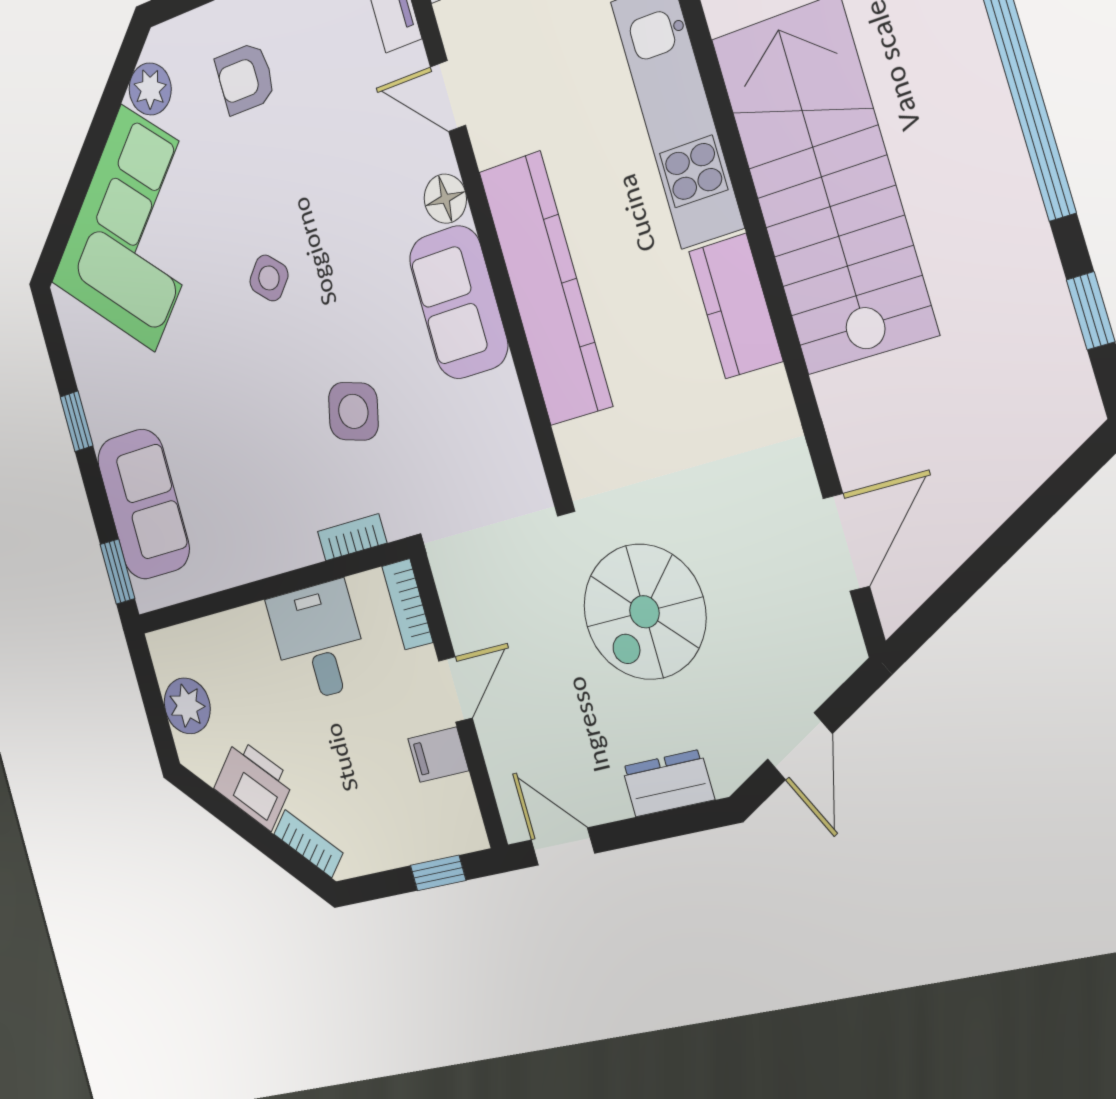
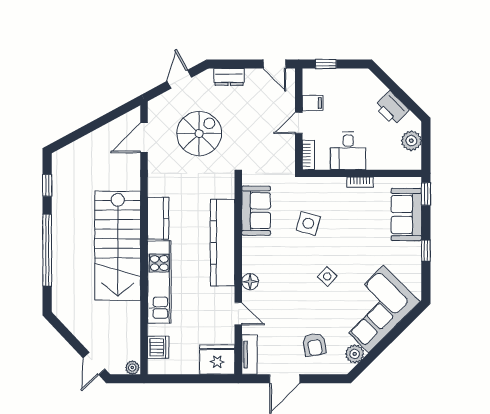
armchair: (245, 78) -> (314, 345), turned 80
sofa: (458, 302) -> (256, 211), moved
bookcase: (352, 537) -> (360, 182), moved
spiral stairs: (644, 612) -> (199, 134), moved
bookcase: (308, 844) -> (376, 83), removed

